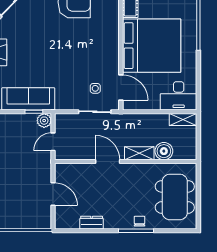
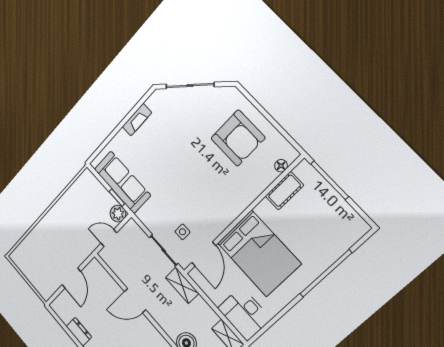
bed: (152, 46) -> (259, 253), width x0.73
shelving: (139, 153) -> (182, 285), moved
door: (108, 162) -> (135, 301), swing flipped

